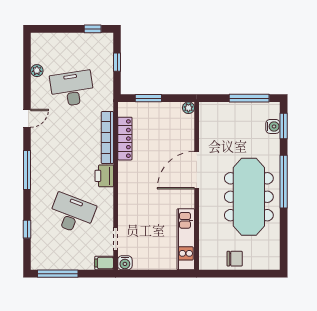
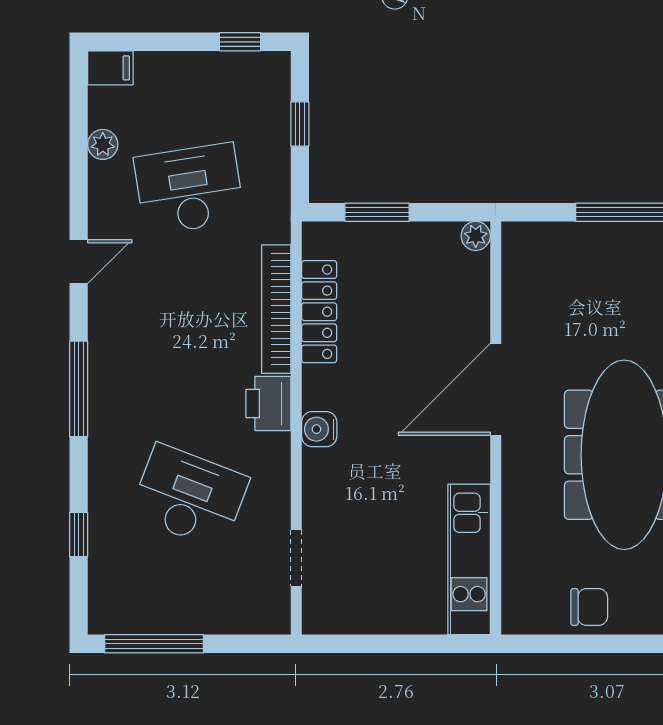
filing cabinet: (104, 263) -> (110, 68), moved, turned 180
water cooler: (125, 263) -> (319, 429), moved, turned 90

